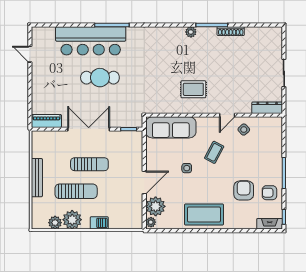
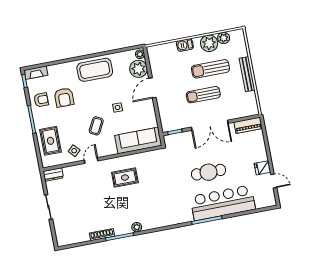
fridge: (40, 71) -> (262, 168), added
dresser: (267, 108) -> (53, 174), width x0.70
rug: (268, 145) -> (51, 141), added

